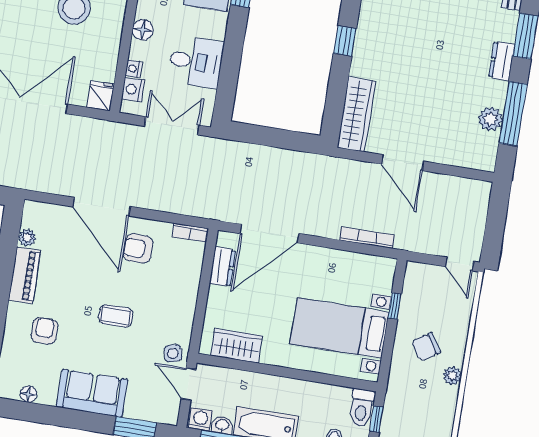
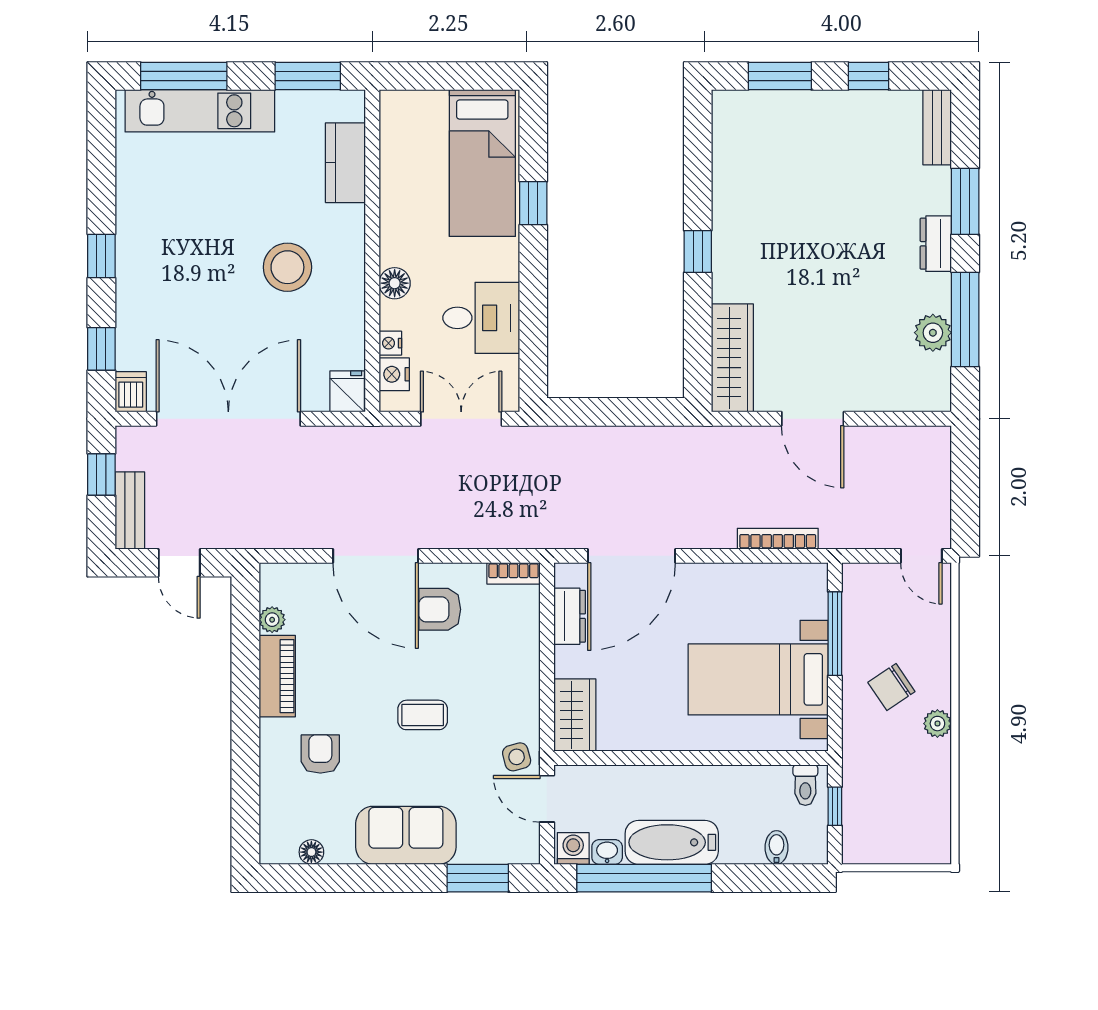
window: (395, 306) -> (835, 634), width x2.17
wardrobe: (236, 346) -> (575, 715), moved, turned 90
toilet: (361, 408) -> (805, 785), width x0.73, depth x0.72

